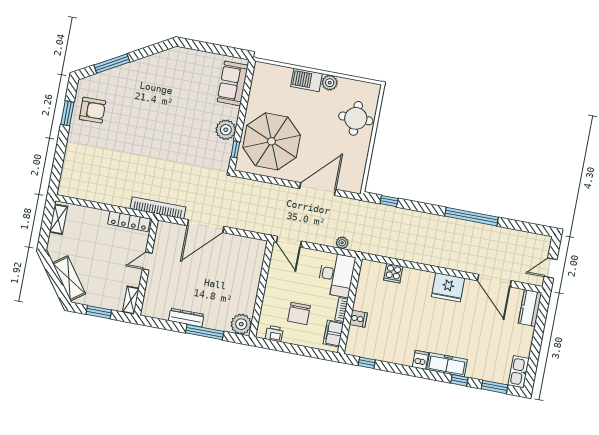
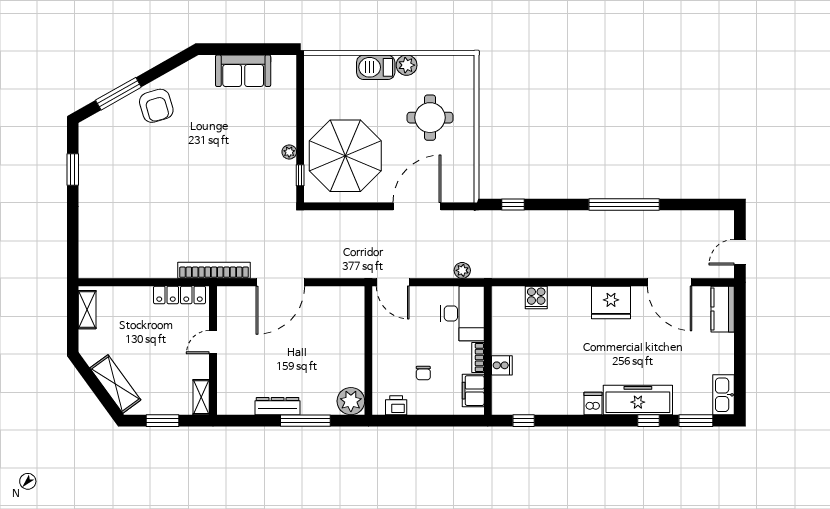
sofa: (233, 83) -> (243, 71), moved, turned -90
armchair: (93, 110) -> (156, 106), moved, turned 75
round table: (356, 118) -> (430, 118), moved
plant: (226, 130) -> (289, 152), width x0.53, depth x0.53
chair: (299, 313) -> (423, 373), width x0.54, depth x0.54
freezer: (447, 365) -> (638, 400), width x1.36, depth x1.26

